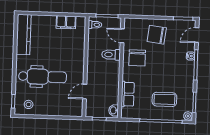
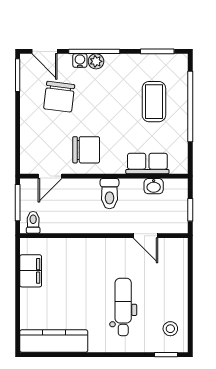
chair: (157, 35) -> (59, 97), moved
toilet: (111, 55) -> (109, 194), moved
dental chair: (42, 77) -> (123, 307), width x0.73, depth x0.72
washbasin: (114, 110) -> (154, 186), moved
plant: (188, 116) -> (96, 61), moved

